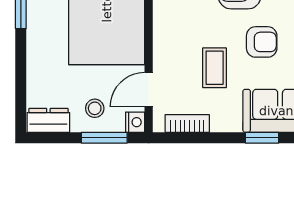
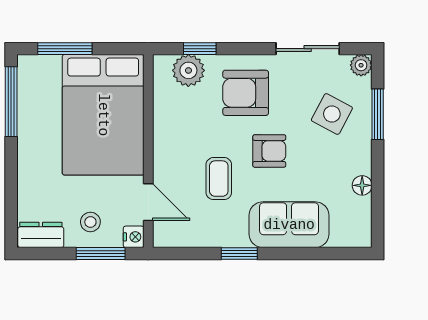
door: (149, 90) -> (148, 202), swing flipped
bookcase: (187, 123) -> (190, 238), removed
window: (262, 138) -> (239, 253), moved

